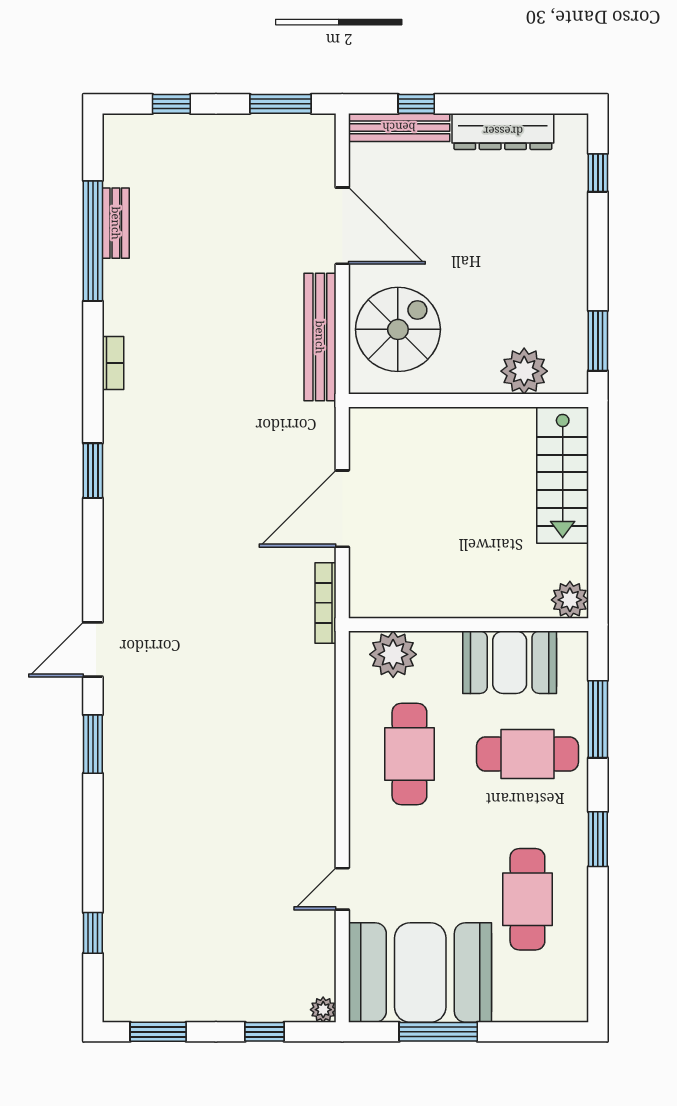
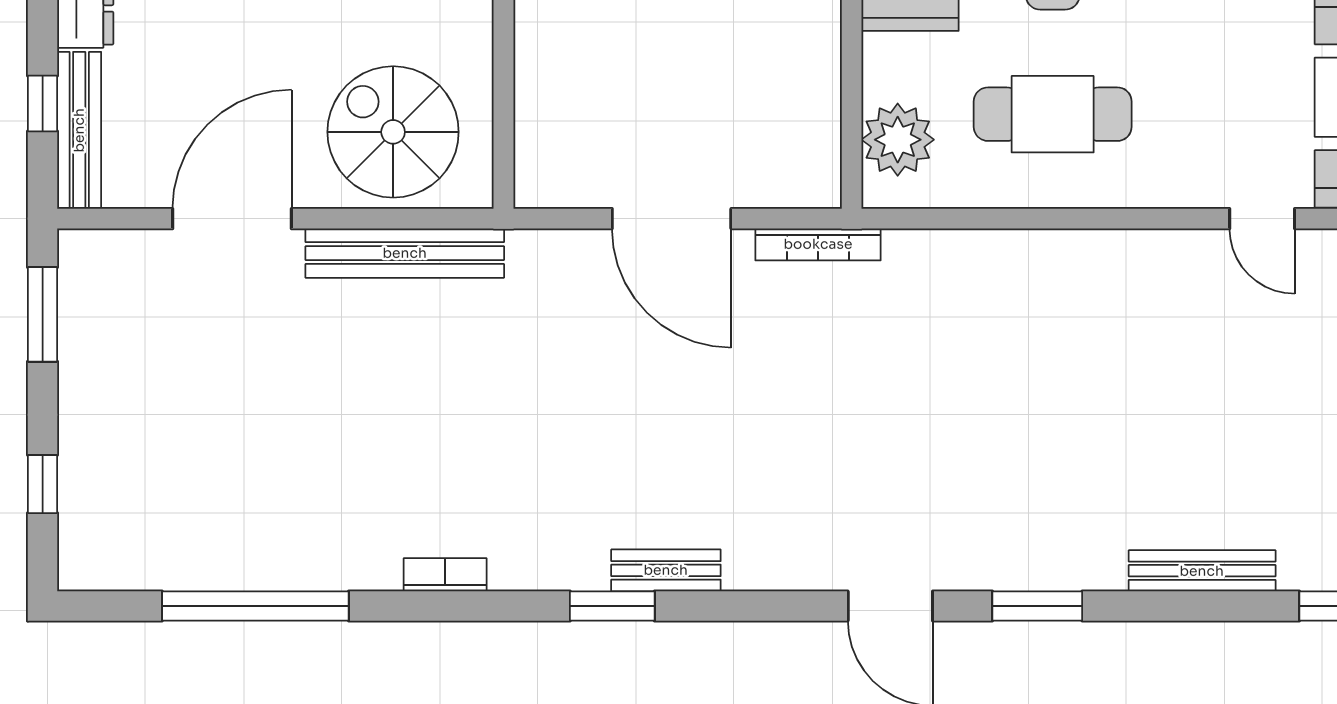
bench: (116, 223) -> (666, 570), moved
bench: (116, 850) -> (1202, 571), added

